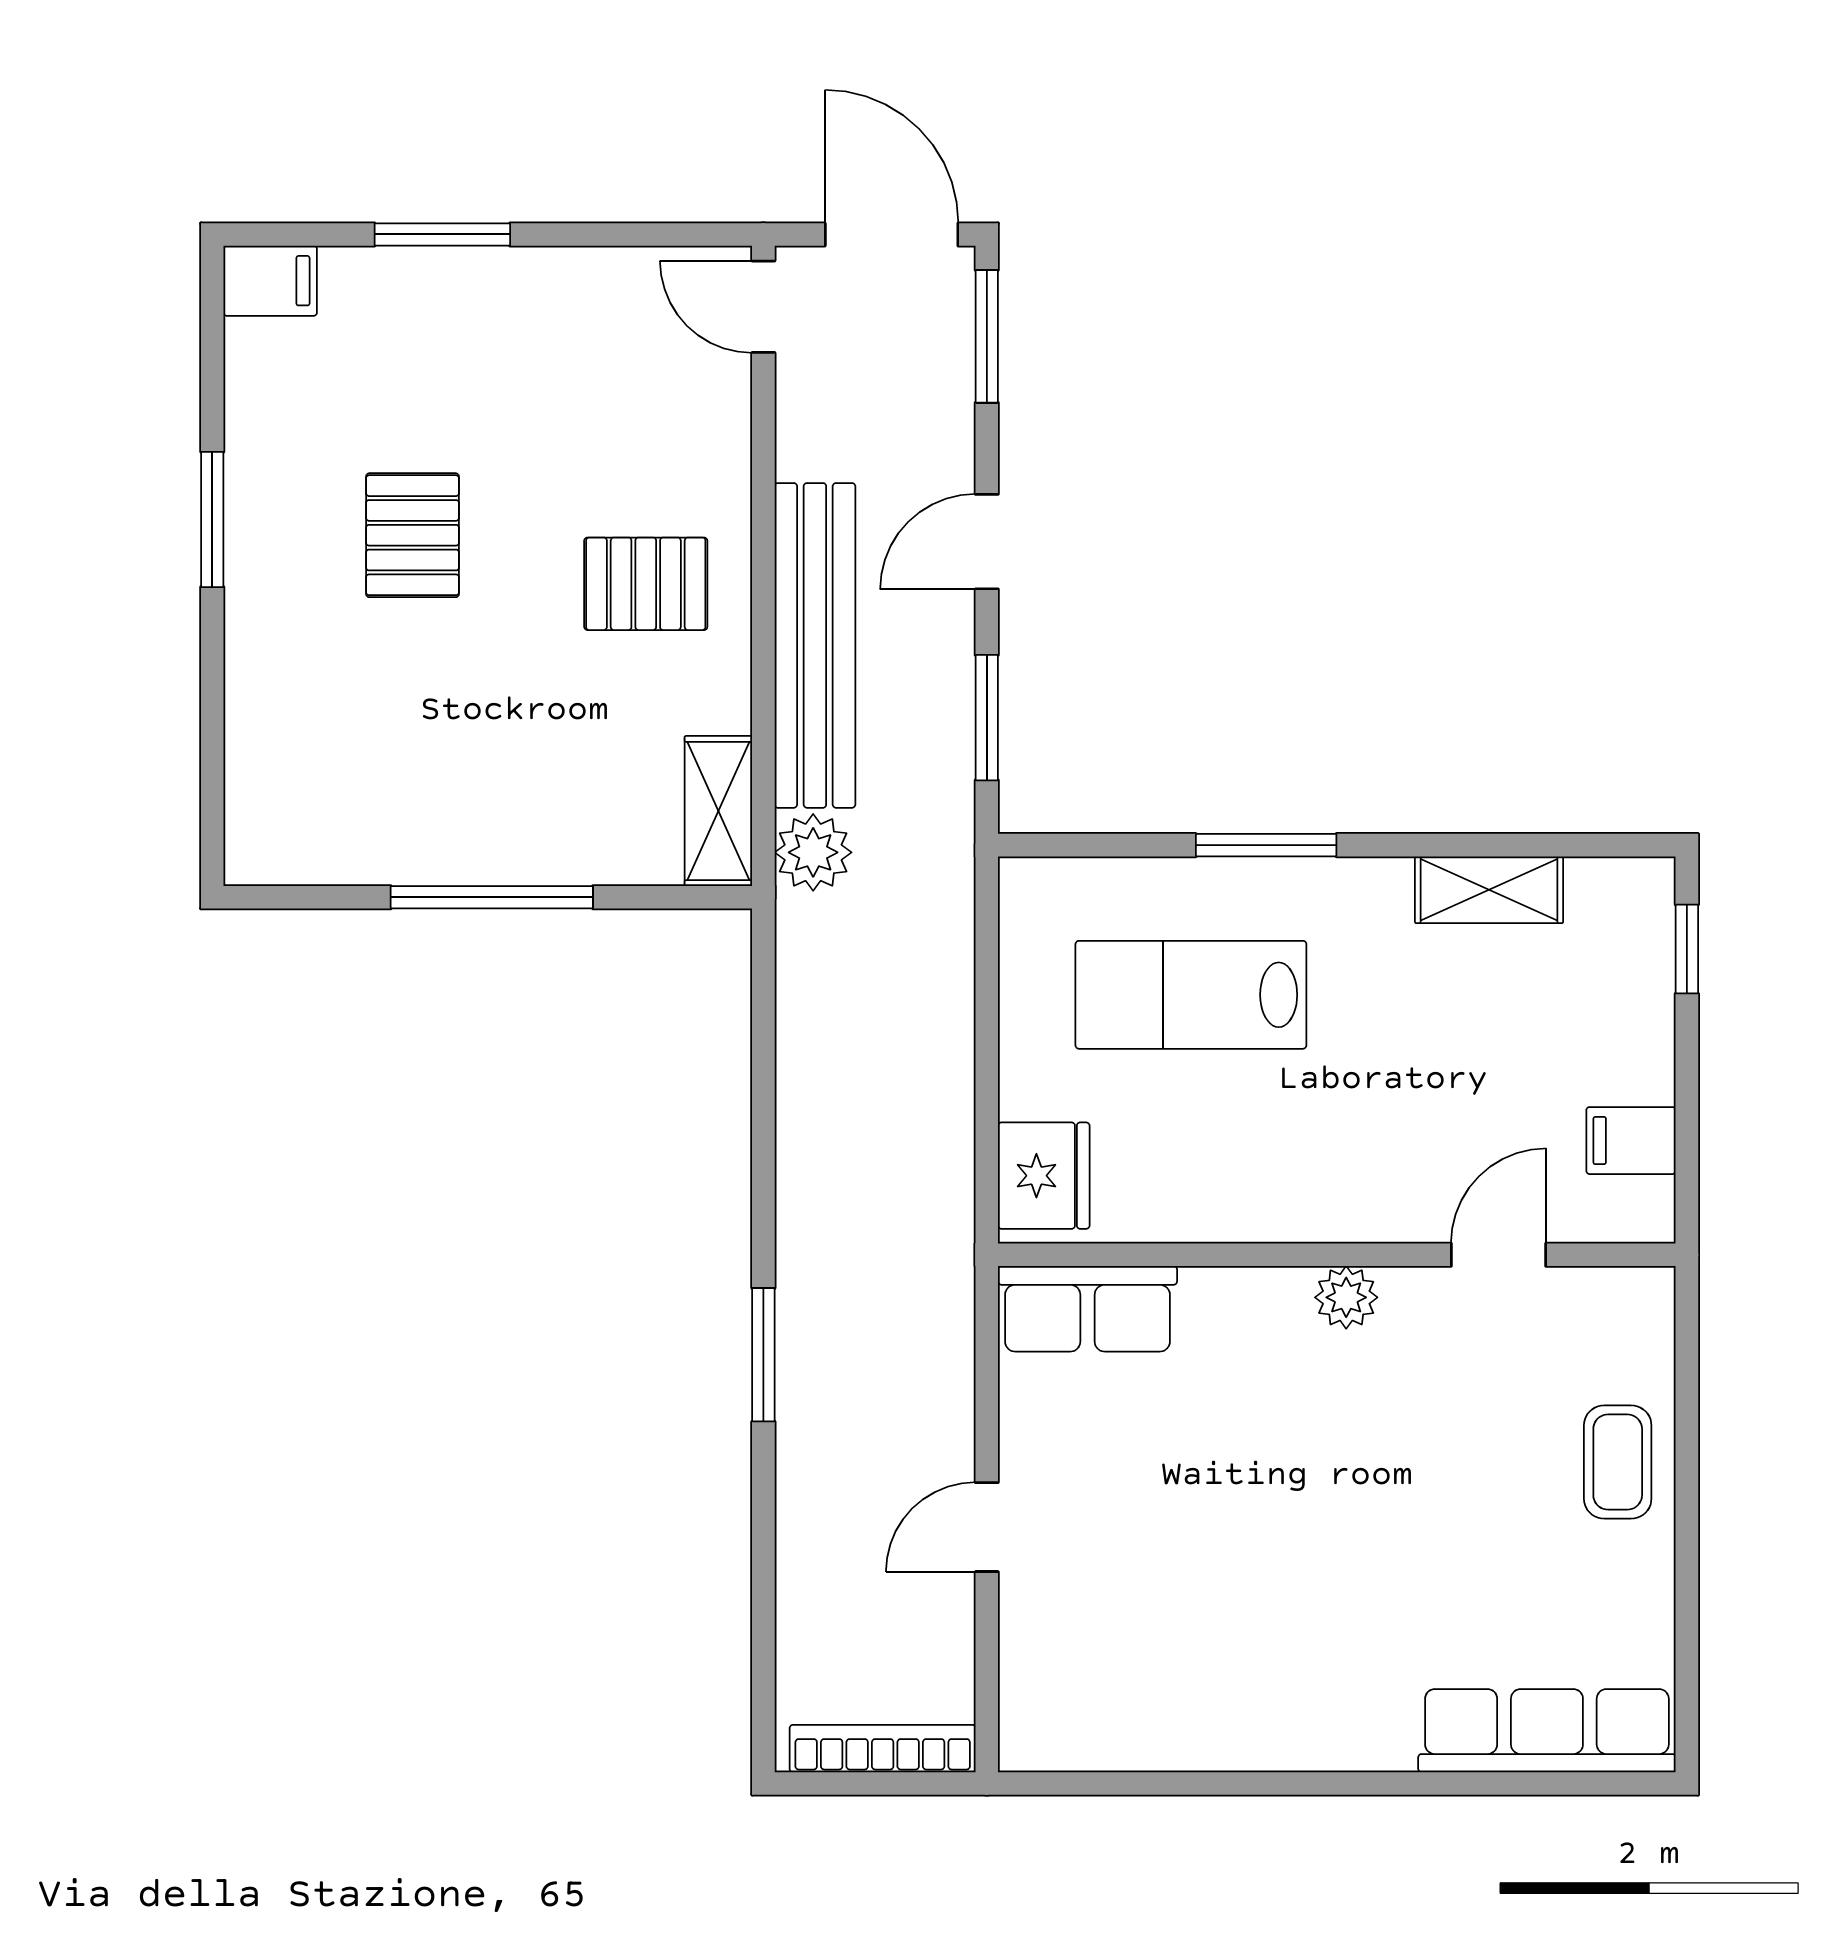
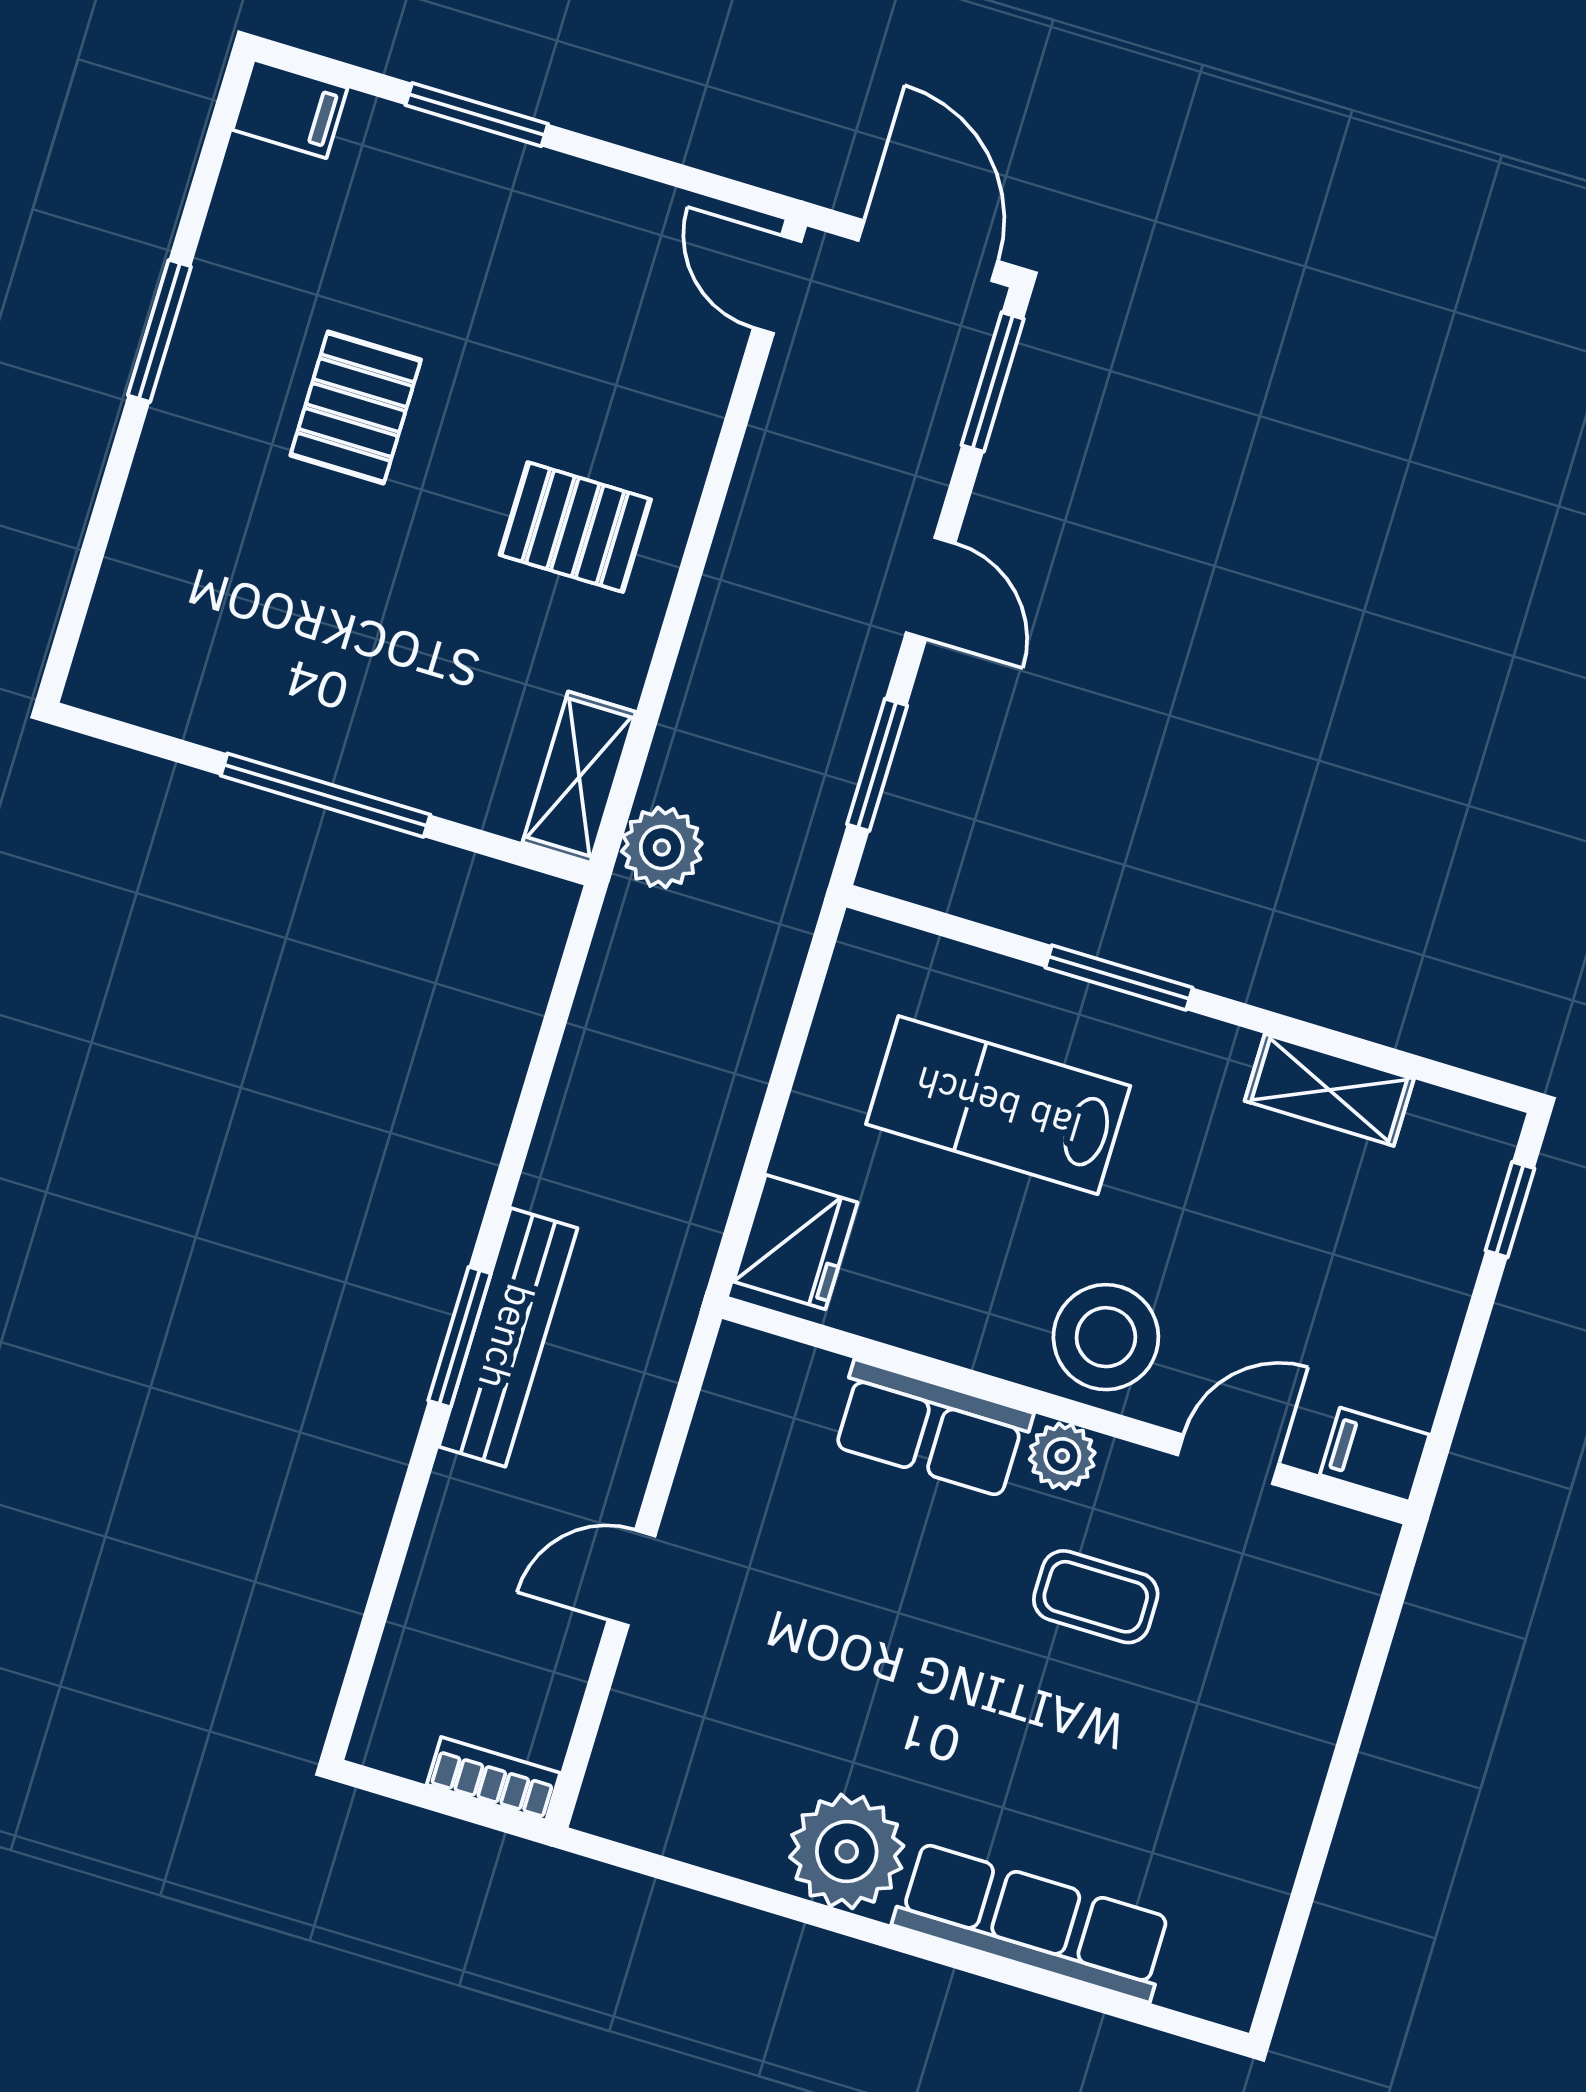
door: (987, 542) -> (930, 588), swing flipped
bench: (815, 645) -> (508, 1337), moved, width x0.73, depth x0.82
filing cabinet: (1631, 1141) -> (1375, 1455), moved
stool: (1353, 1177) -> (1106, 1337), added
row of seats: (1087, 1309) -> (931, 1429), moved
coffee table: (1618, 1462) -> (1096, 1597), moved, turned 90
plant: (1258, 1718) -> (847, 1851), added
row of seats: (1547, 1731) -> (1033, 1922), moved
bookcase: (883, 1749) -> (494, 1779), width x0.64

